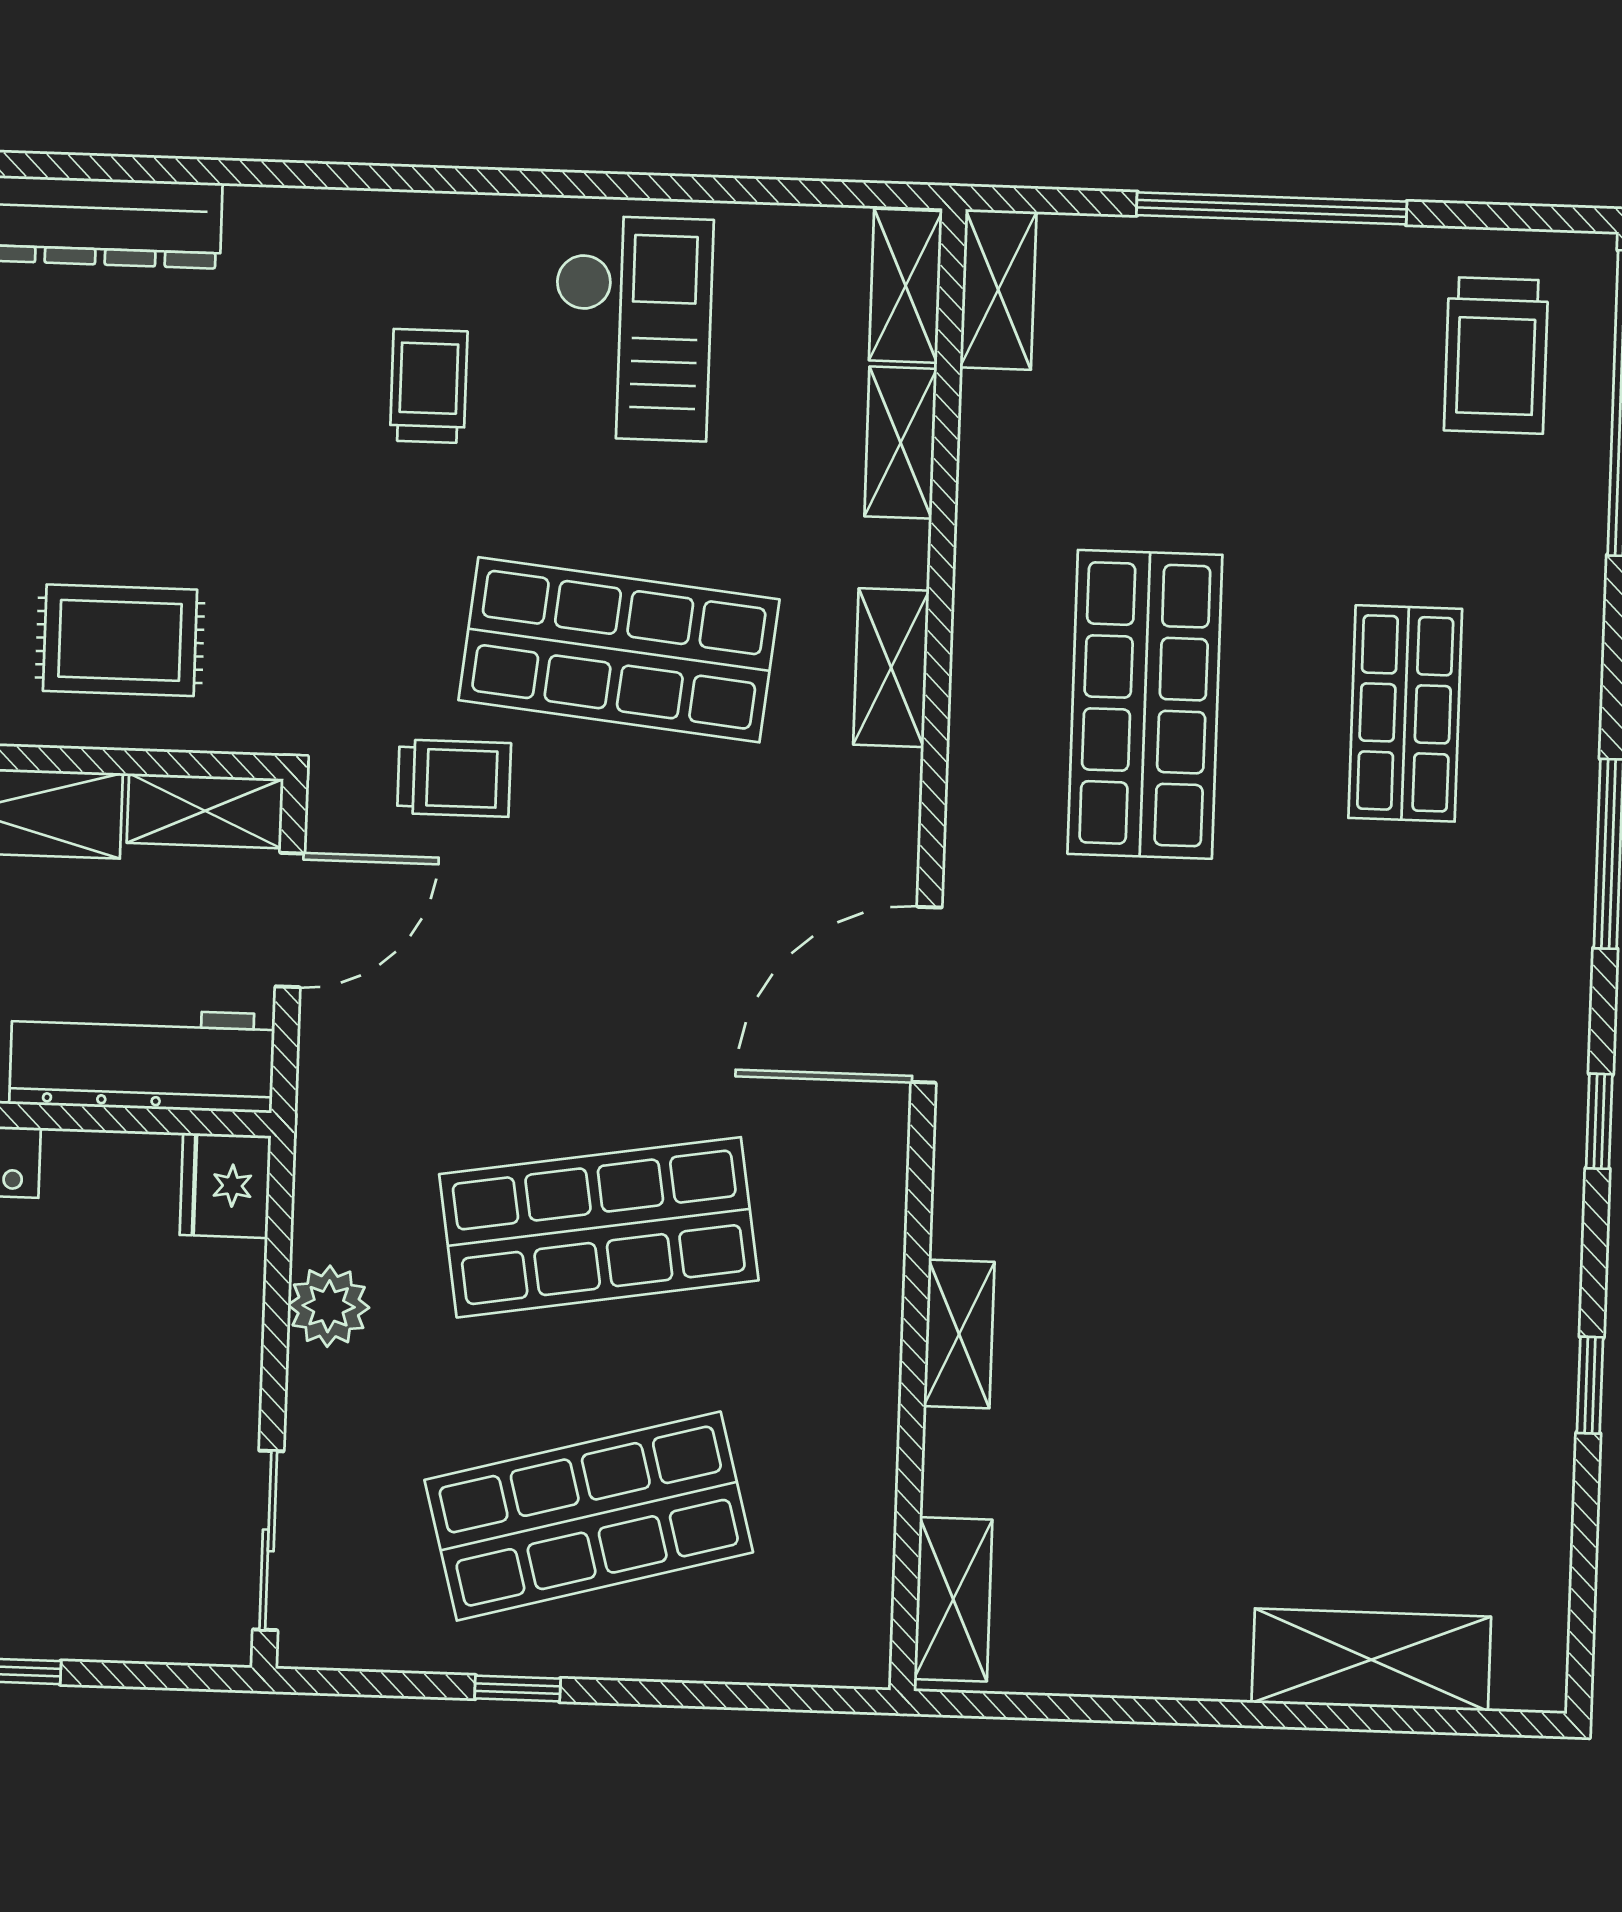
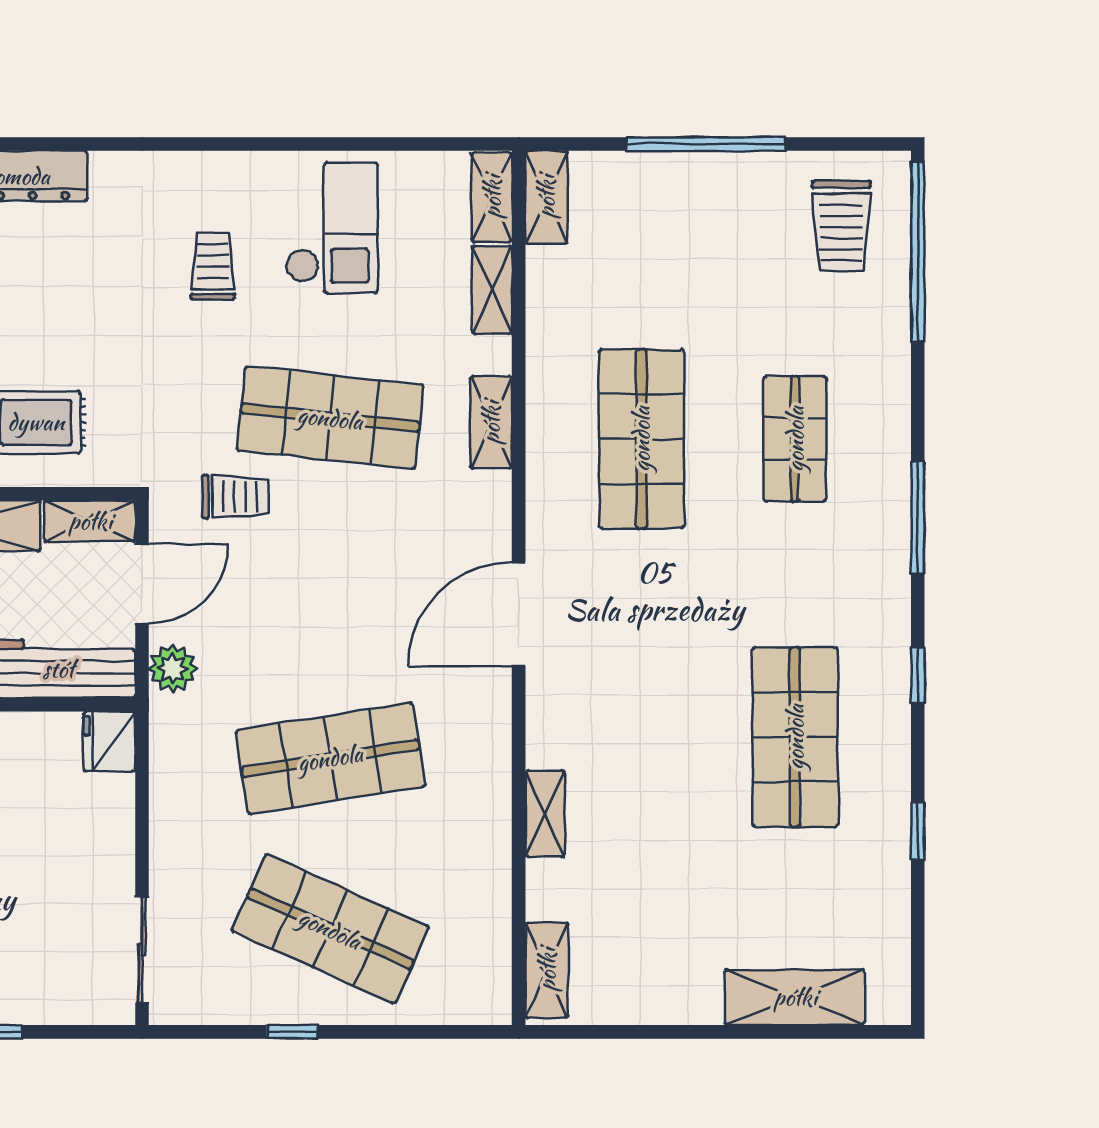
shop shelf: (1388, 1219) -> (795, 737), added
plant: (329, 1306) -> (173, 668), moved
shop shelf: (589, 1516) -> (330, 929), turned 39

